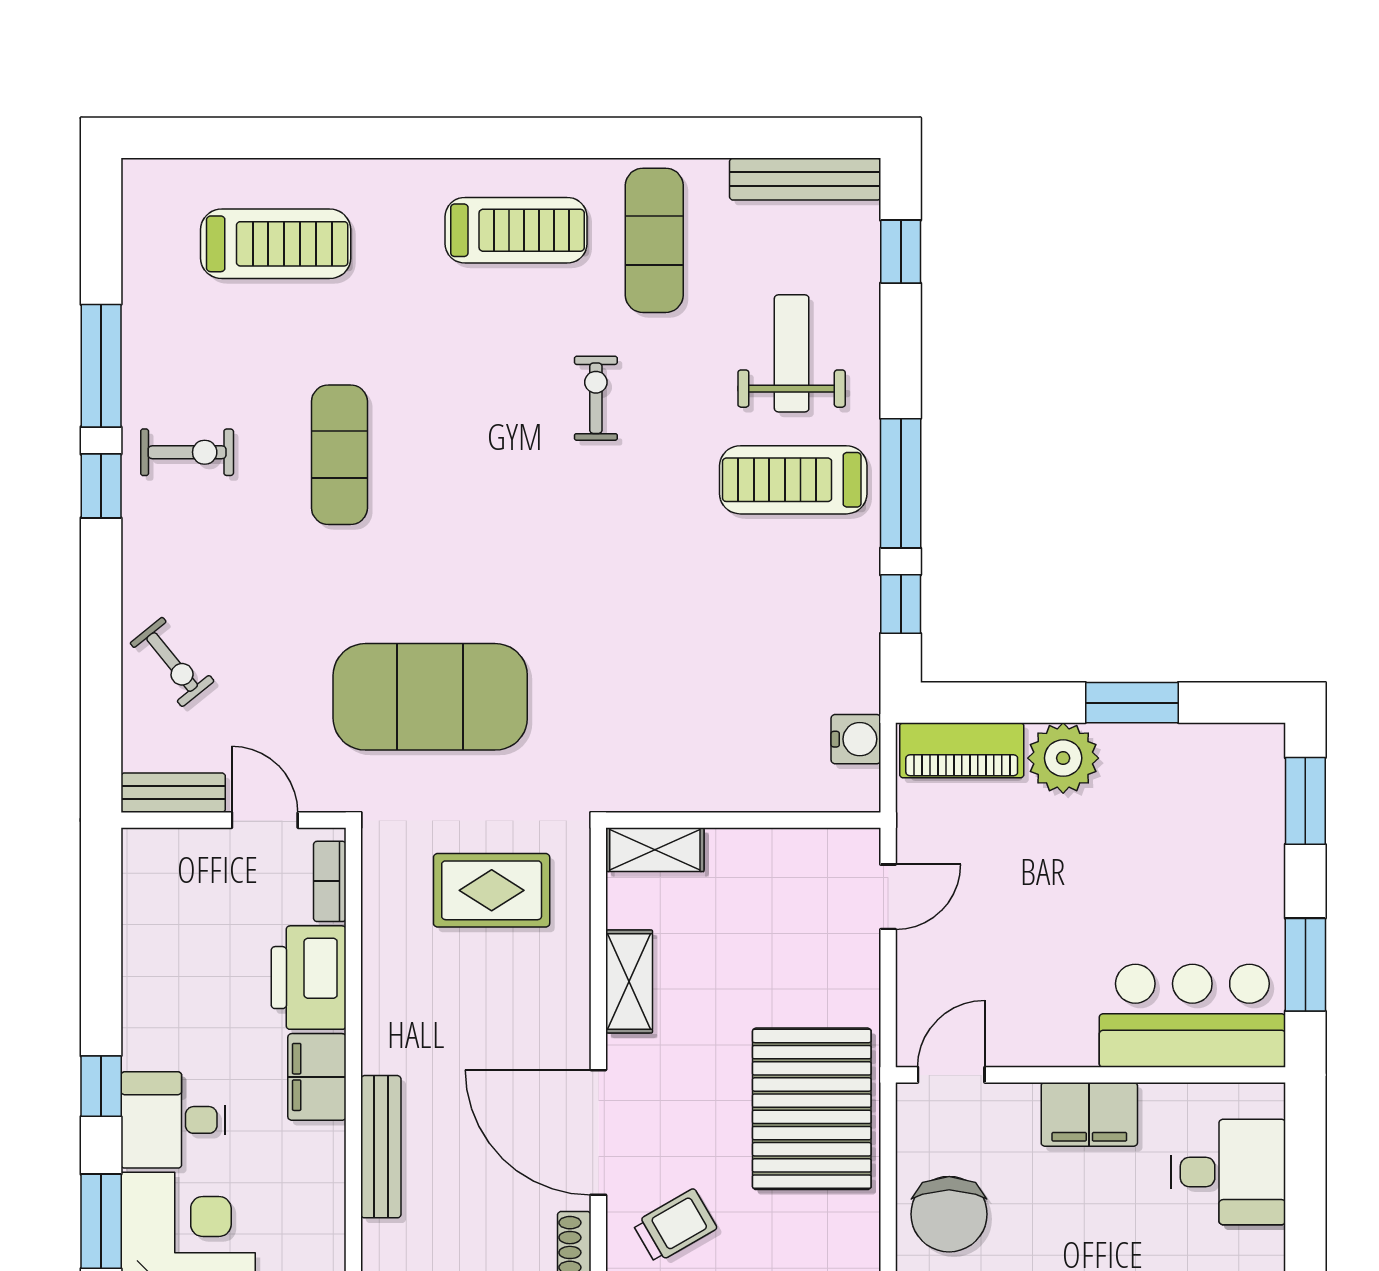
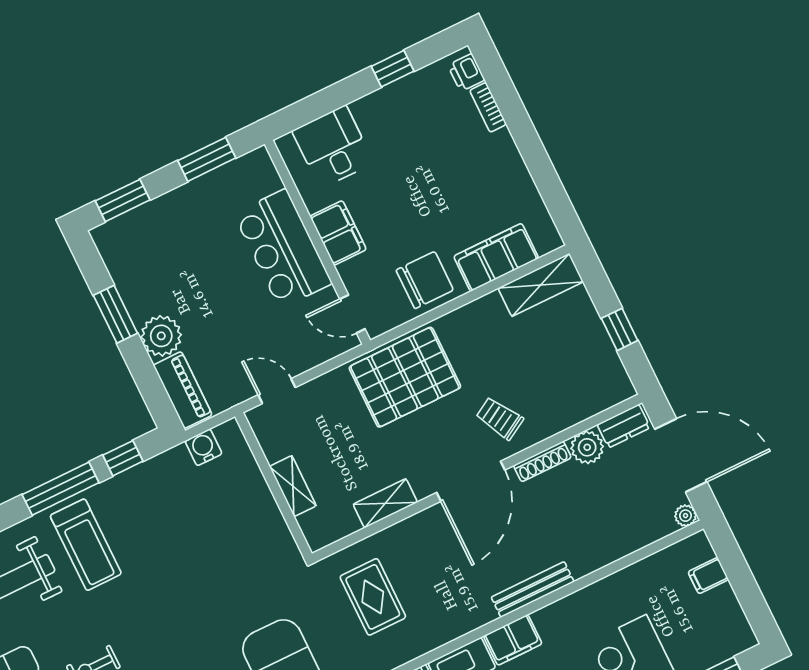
shelving: (655, 850) -> (293, 486), moved
bar counter: (1192, 1016) -> (283, 249), moved

